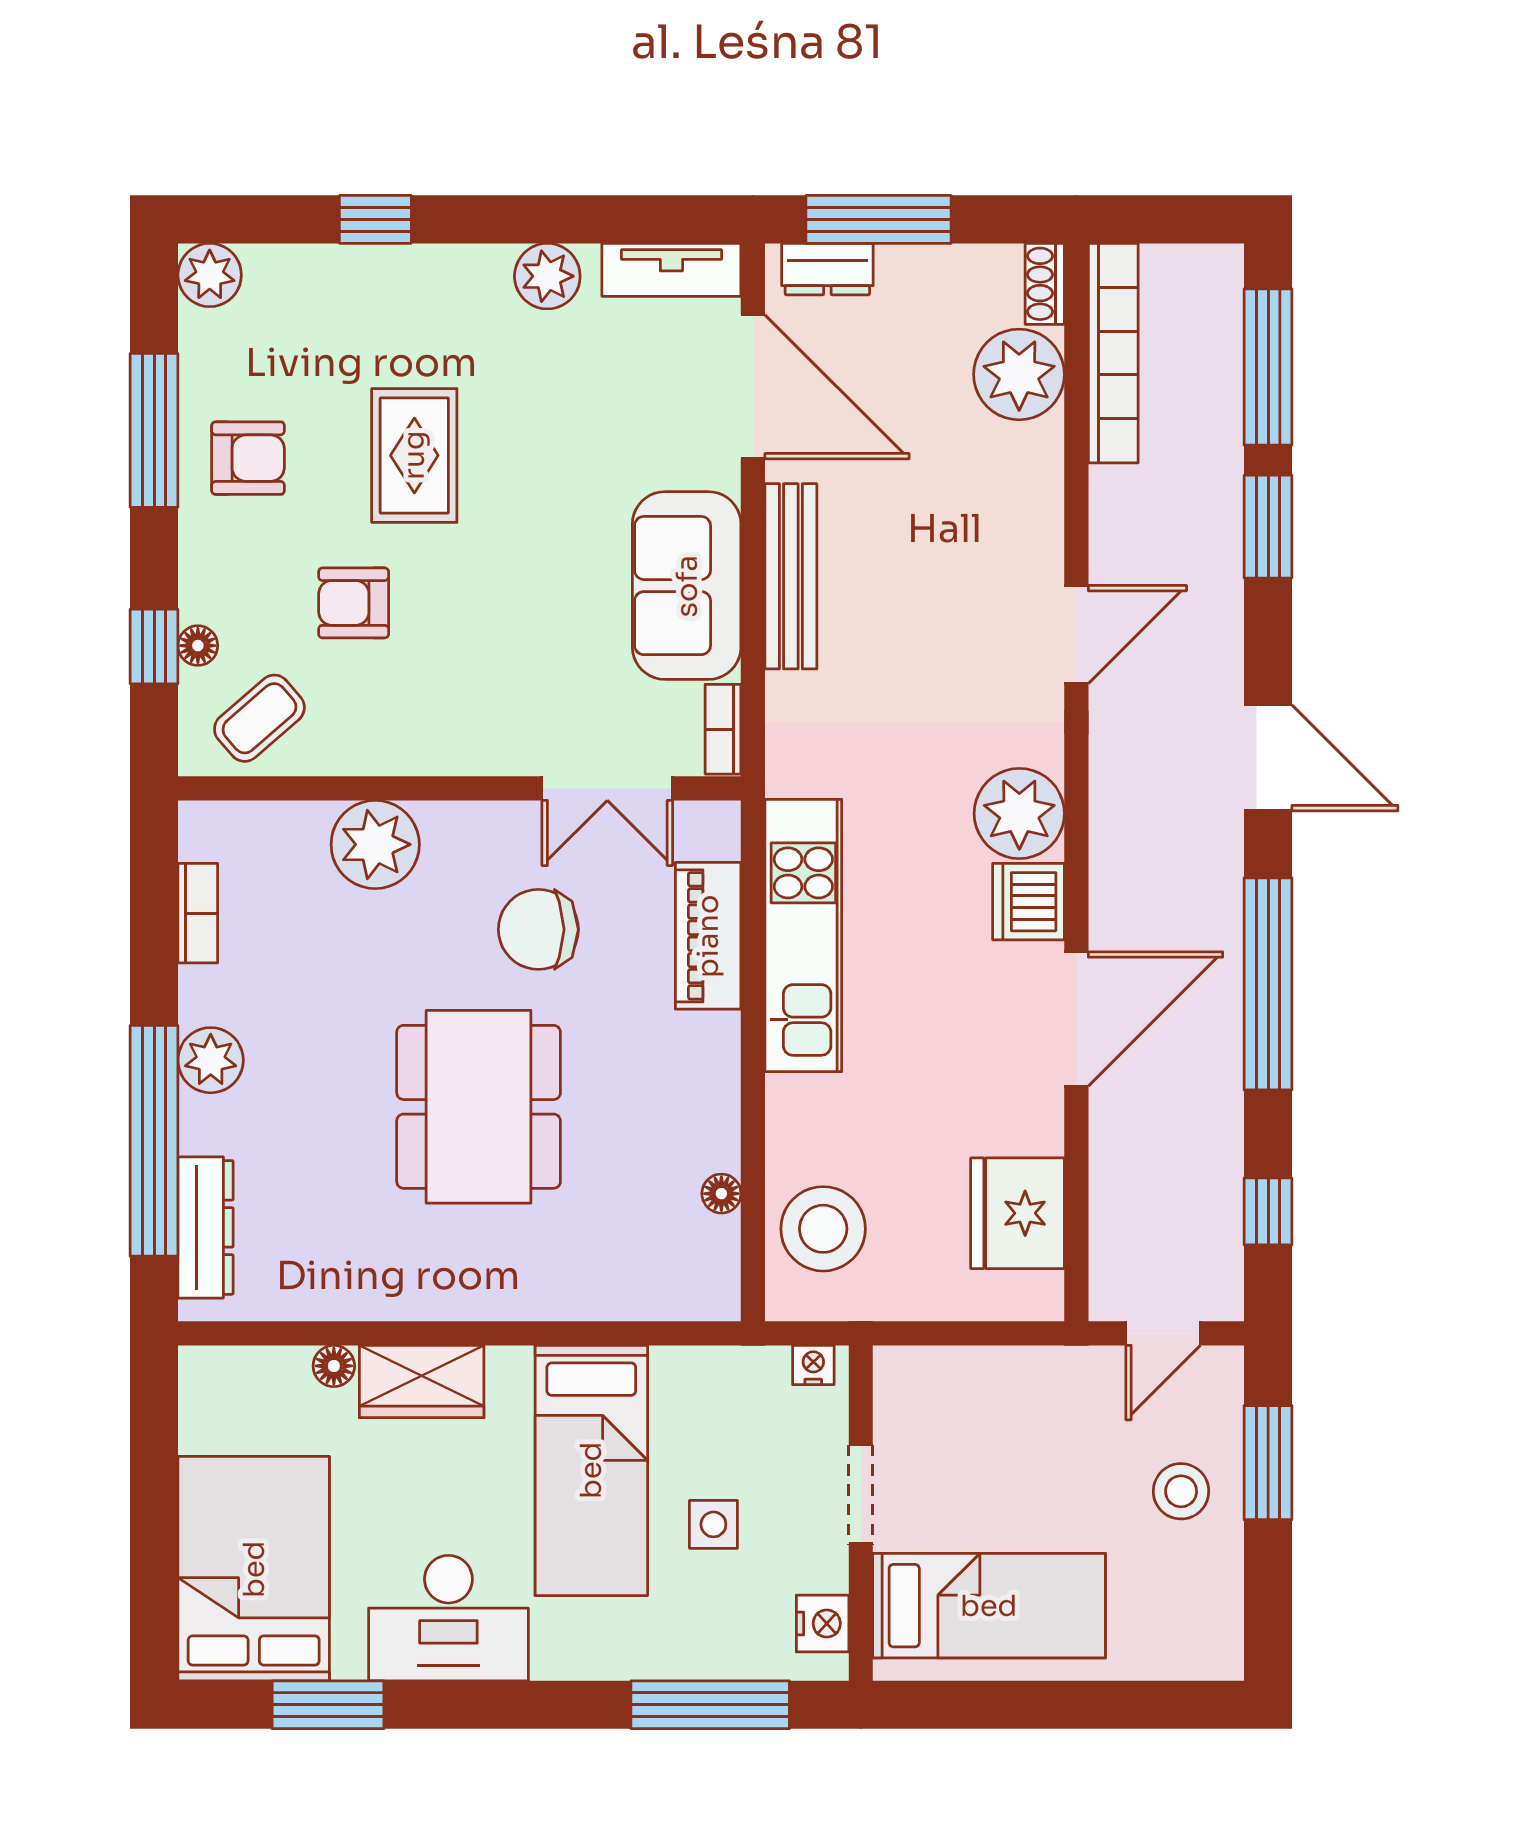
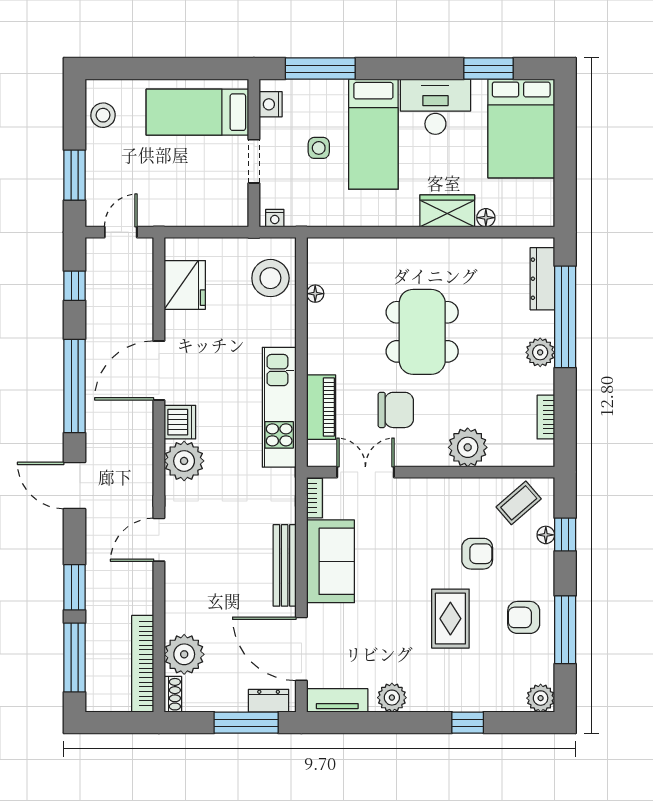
bed: (591, 1470) -> (373, 134), moved, turned 180
stool: (1181, 1491) -> (103, 115), moved

